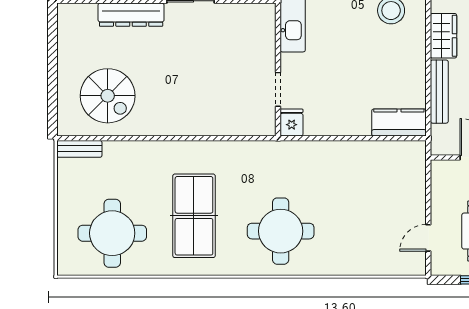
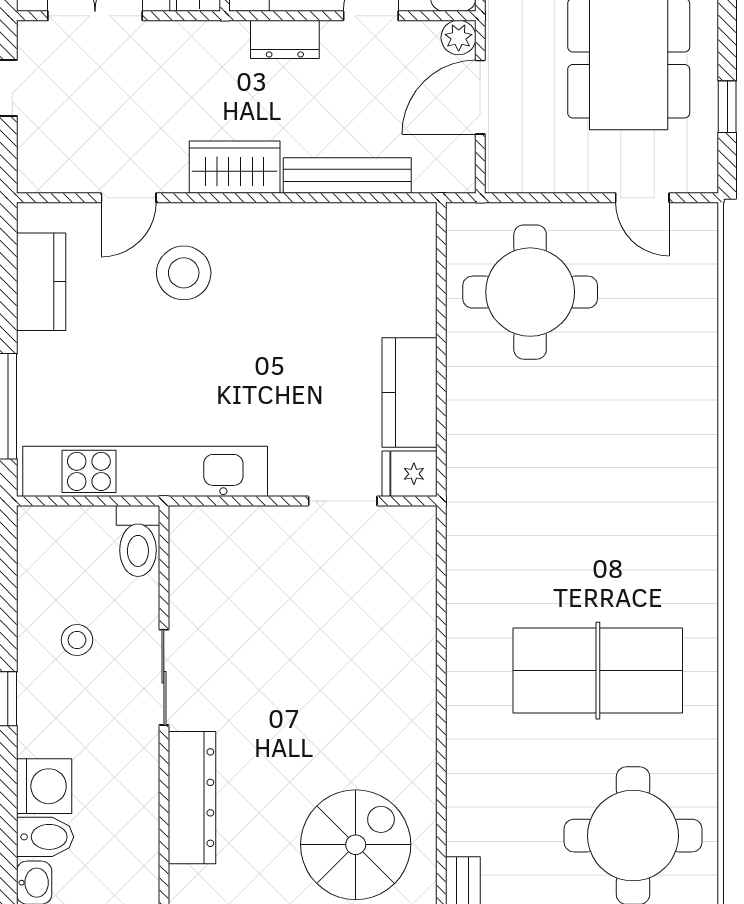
kitchen counter: (399, 122) -> (409, 393), moved
round table: (281, 231) -> (530, 292), moved

